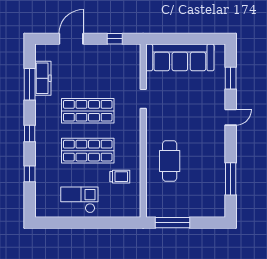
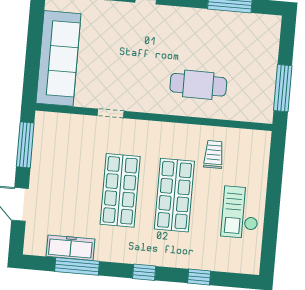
window: (115, 39) -> (25, 145), width x2.17

